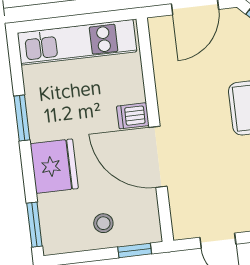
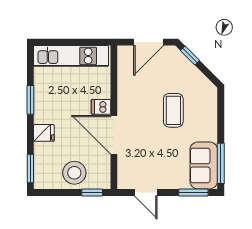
fridge: (54, 166) -> (44, 133), width x0.53, depth x0.75
stool: (103, 223) -> (74, 173), width x1.89, depth x1.89

